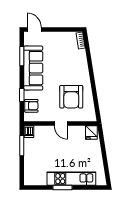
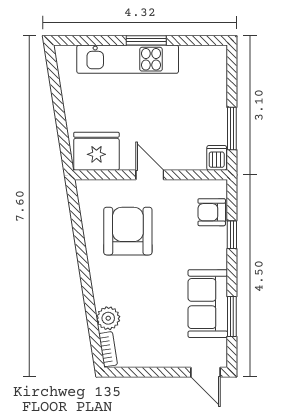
plant: (81, 55) -> (108, 318), added
sofa: (33, 68) -> (208, 304), width x0.73
fridge: (91, 132) -> (96, 151), width x1.88, depth x1.34

